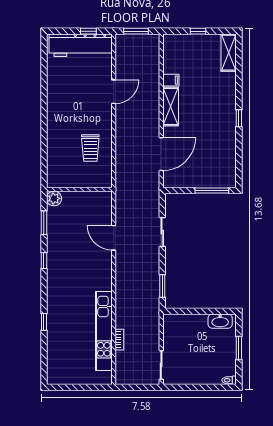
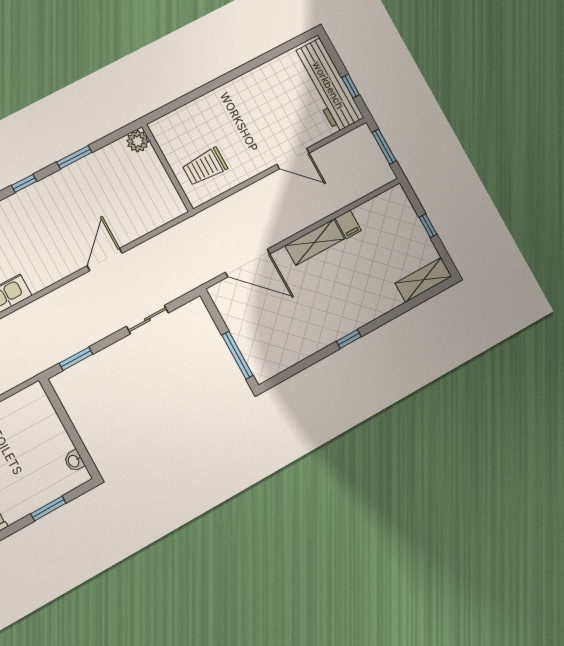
wall: (79, 189) -> (168, 168), moved
plant: (54, 198) -> (138, 141), moved
washbasin: (220, 321) -> (74, 461), width x0.52, depth x0.69

